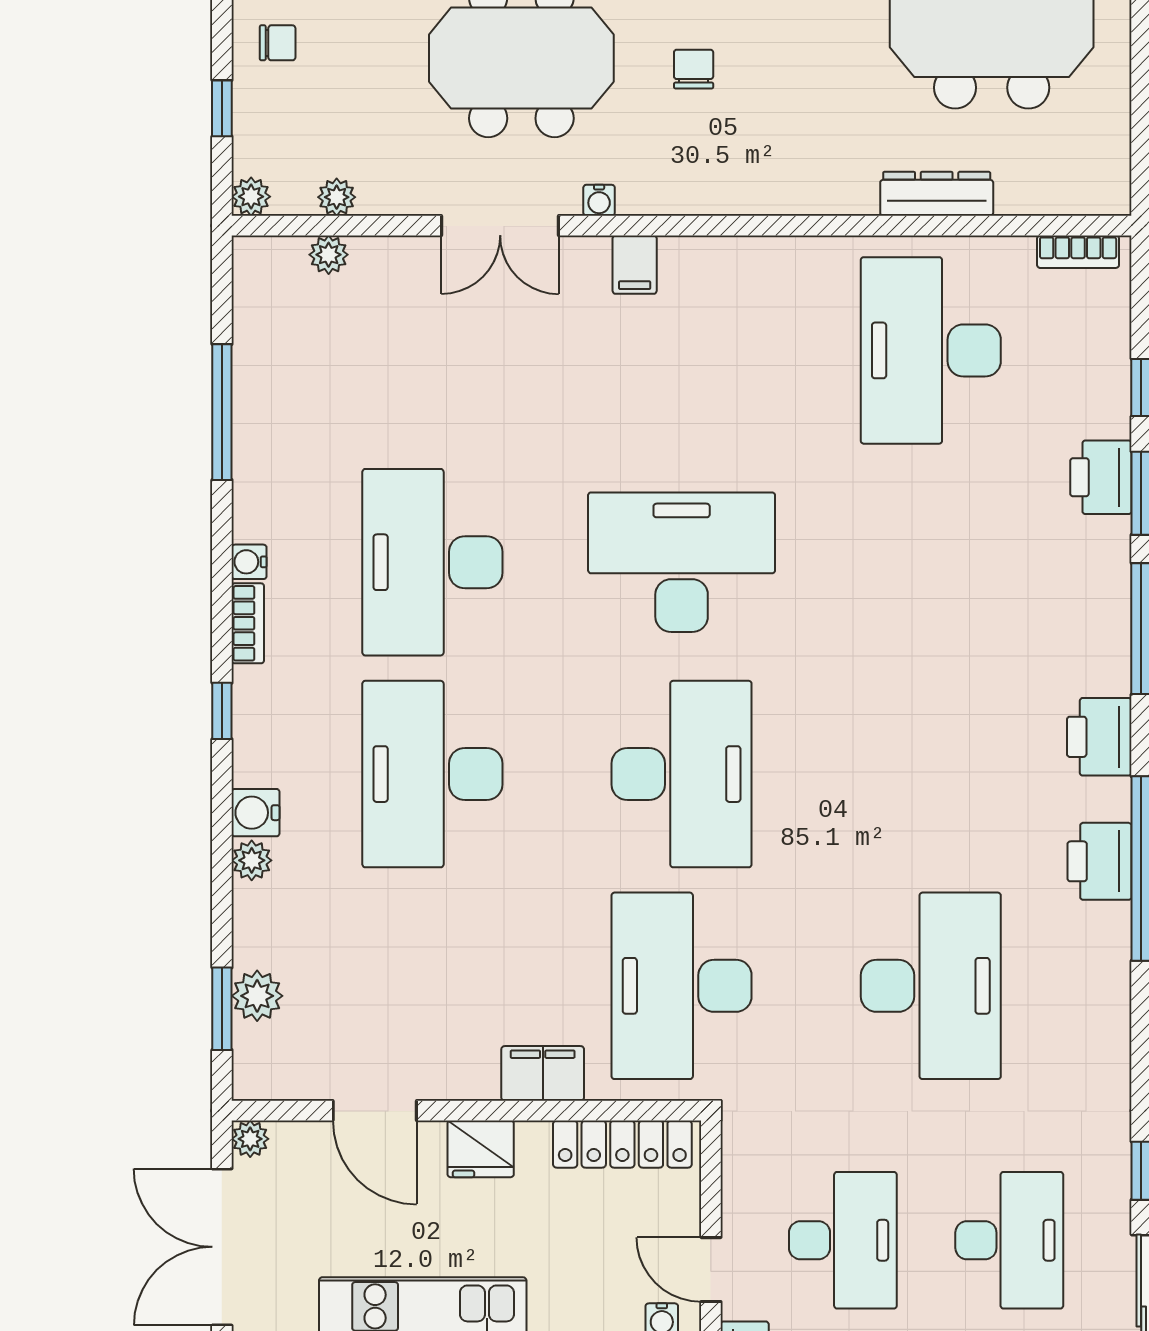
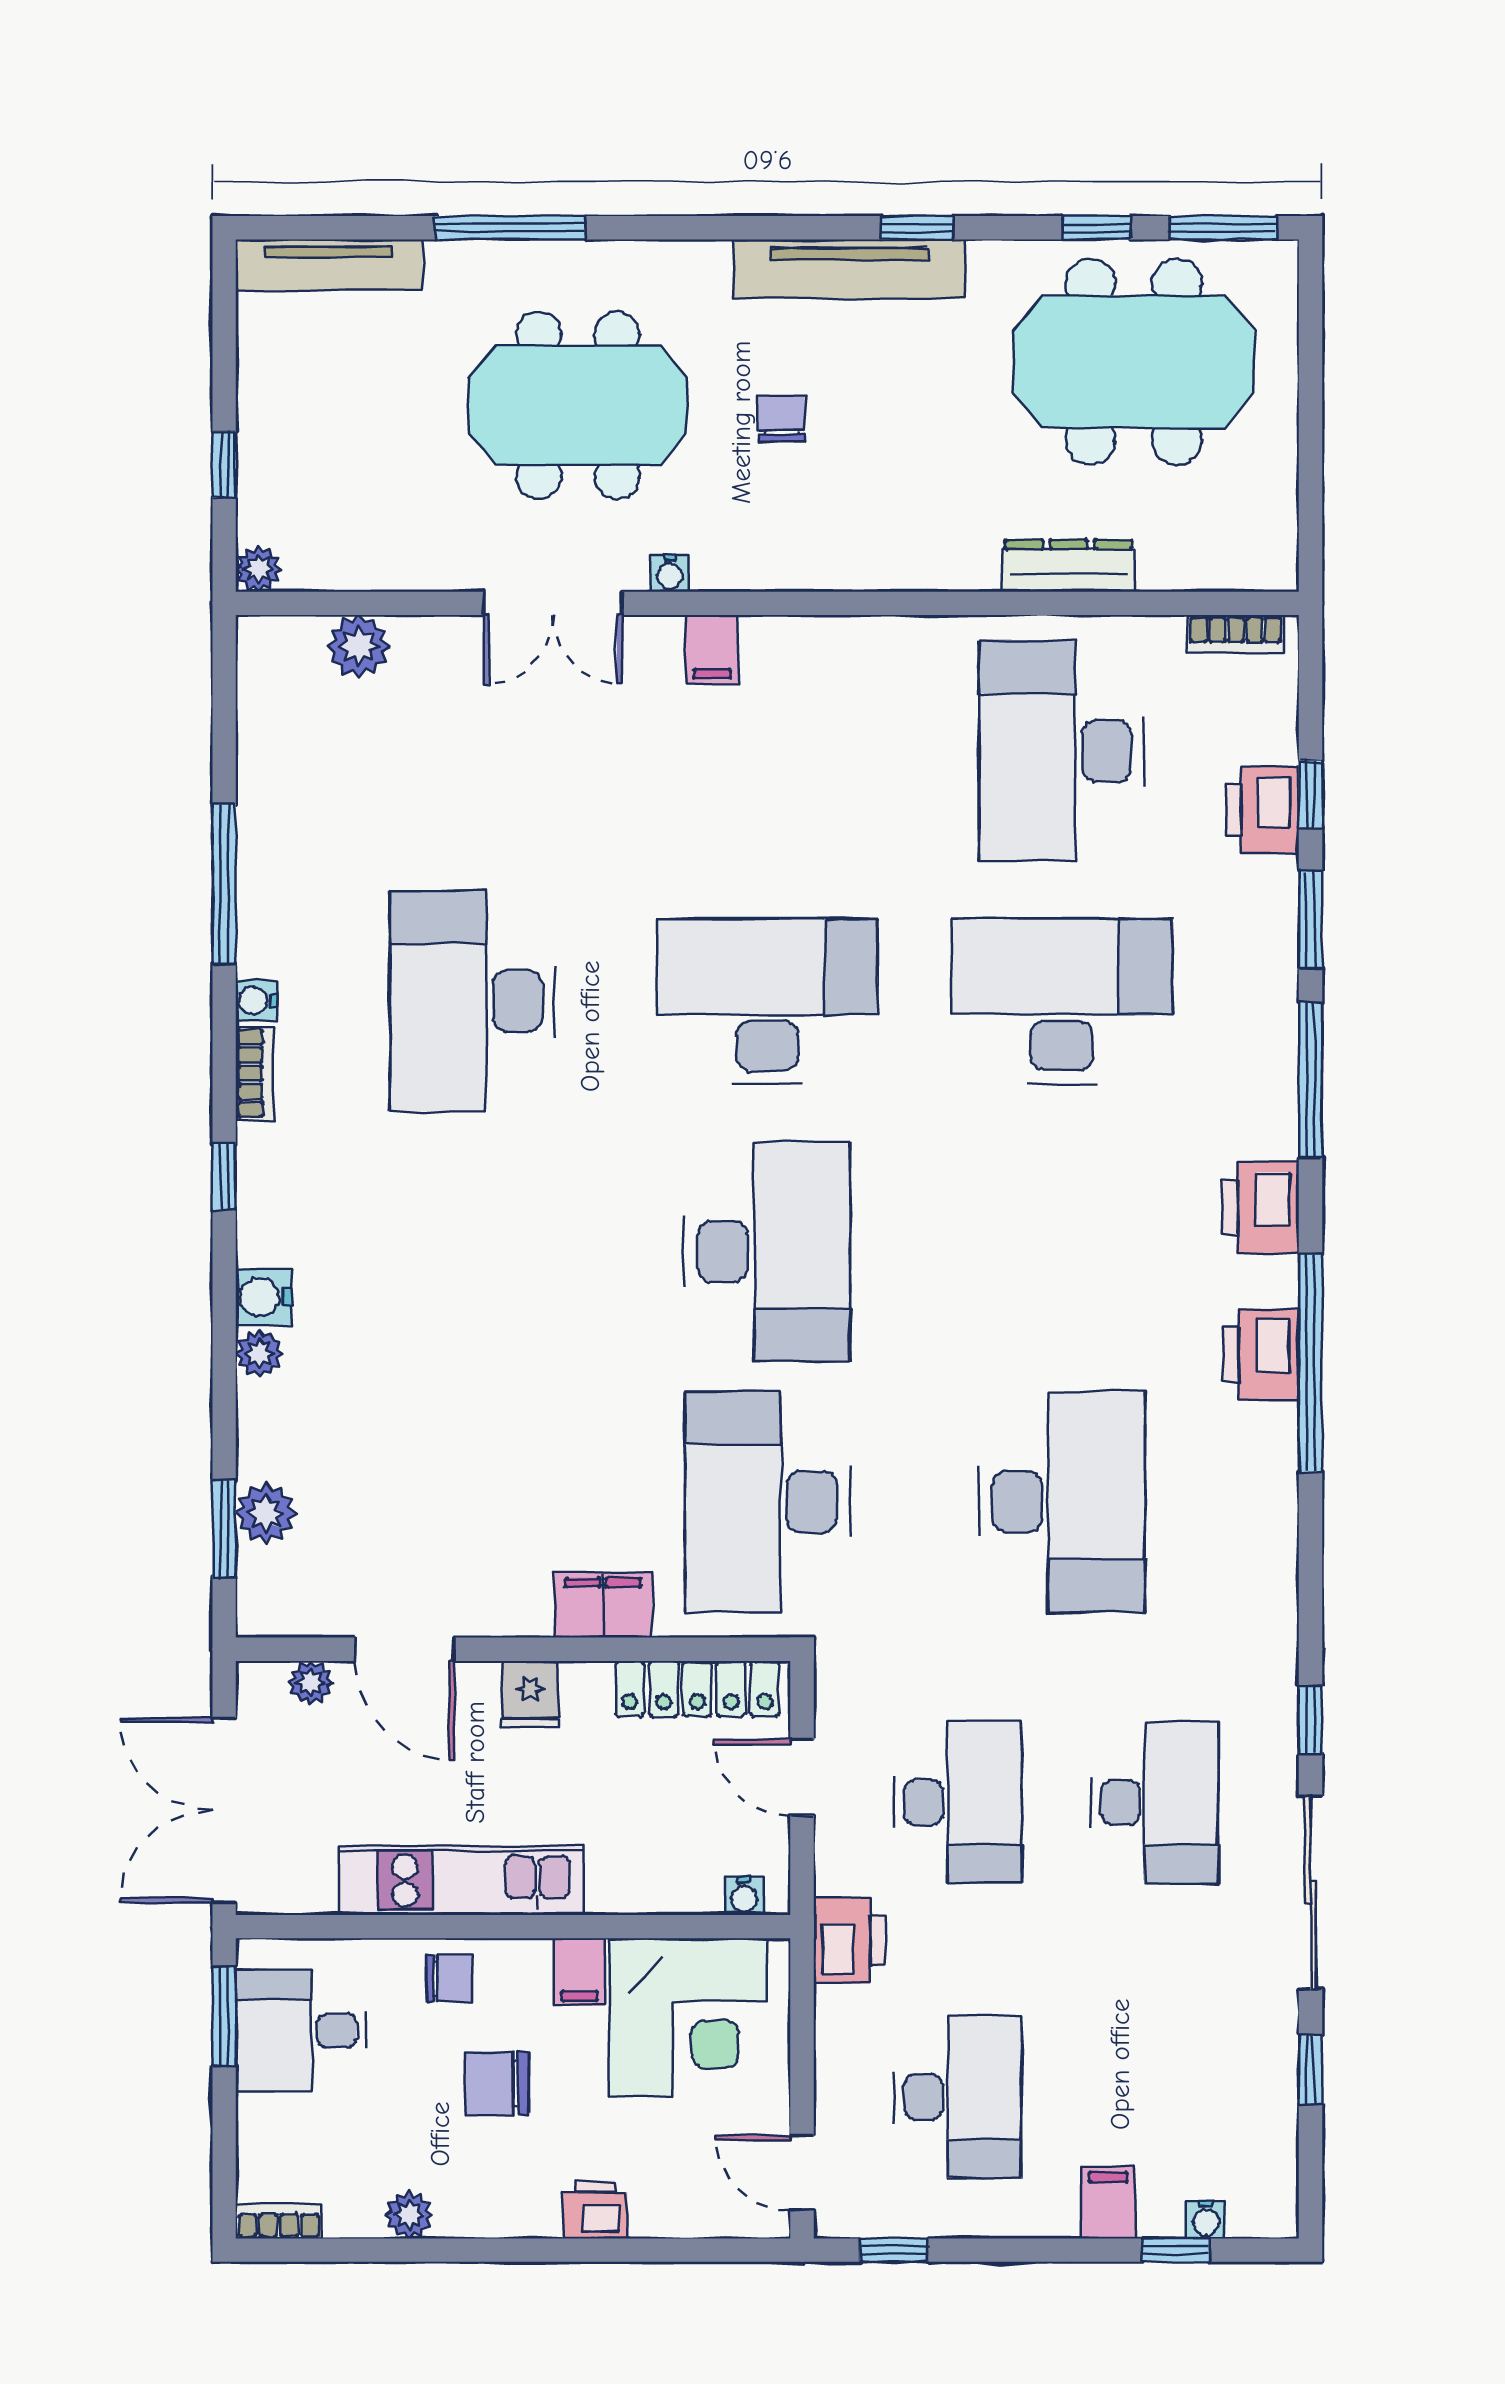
chair: (278, 43) -> (290, 387), removed
plant: (337, 197) -> (360, 570), removed
plant: (329, 255) -> (359, 646), width x1.38, depth x1.38
window: (222, 412) -> (224, 884), moved
printer: (1101, 477) -> (1263, 810), moved
desk: (432, 774) -> (1062, 1001), moved, turned 90
plant: (250, 1139) -> (311, 1683), moved
fridge: (481, 1149) -> (530, 1694), width x0.72
door: (711, 1270) -> (802, 1778), moved

